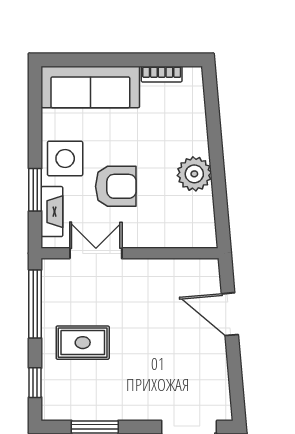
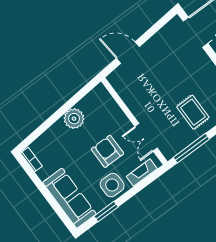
bookcase: (162, 74) -> (31, 160), moved
window: (35, 190) -> (106, 212), moved
door: (230, 314) -> (128, 53), swing flipped

